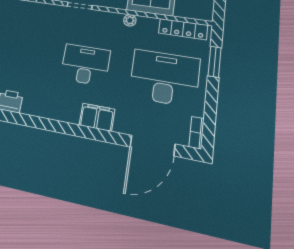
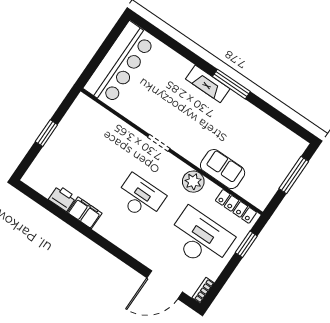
plant: (130, 20) -> (193, 182), width x1.87, depth x1.87
filing cabinet: (97, 117) -> (85, 213), moved

